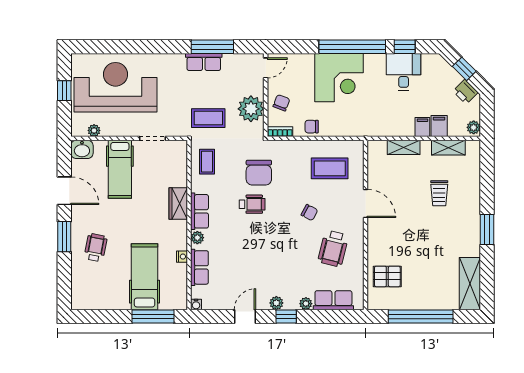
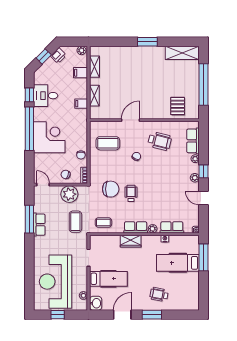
filing cabinet: (422, 127) -> (81, 104), moved
coffee table: (330, 168) -> (108, 143), turned 90
trolley: (439, 193) -> (124, 73), removed

